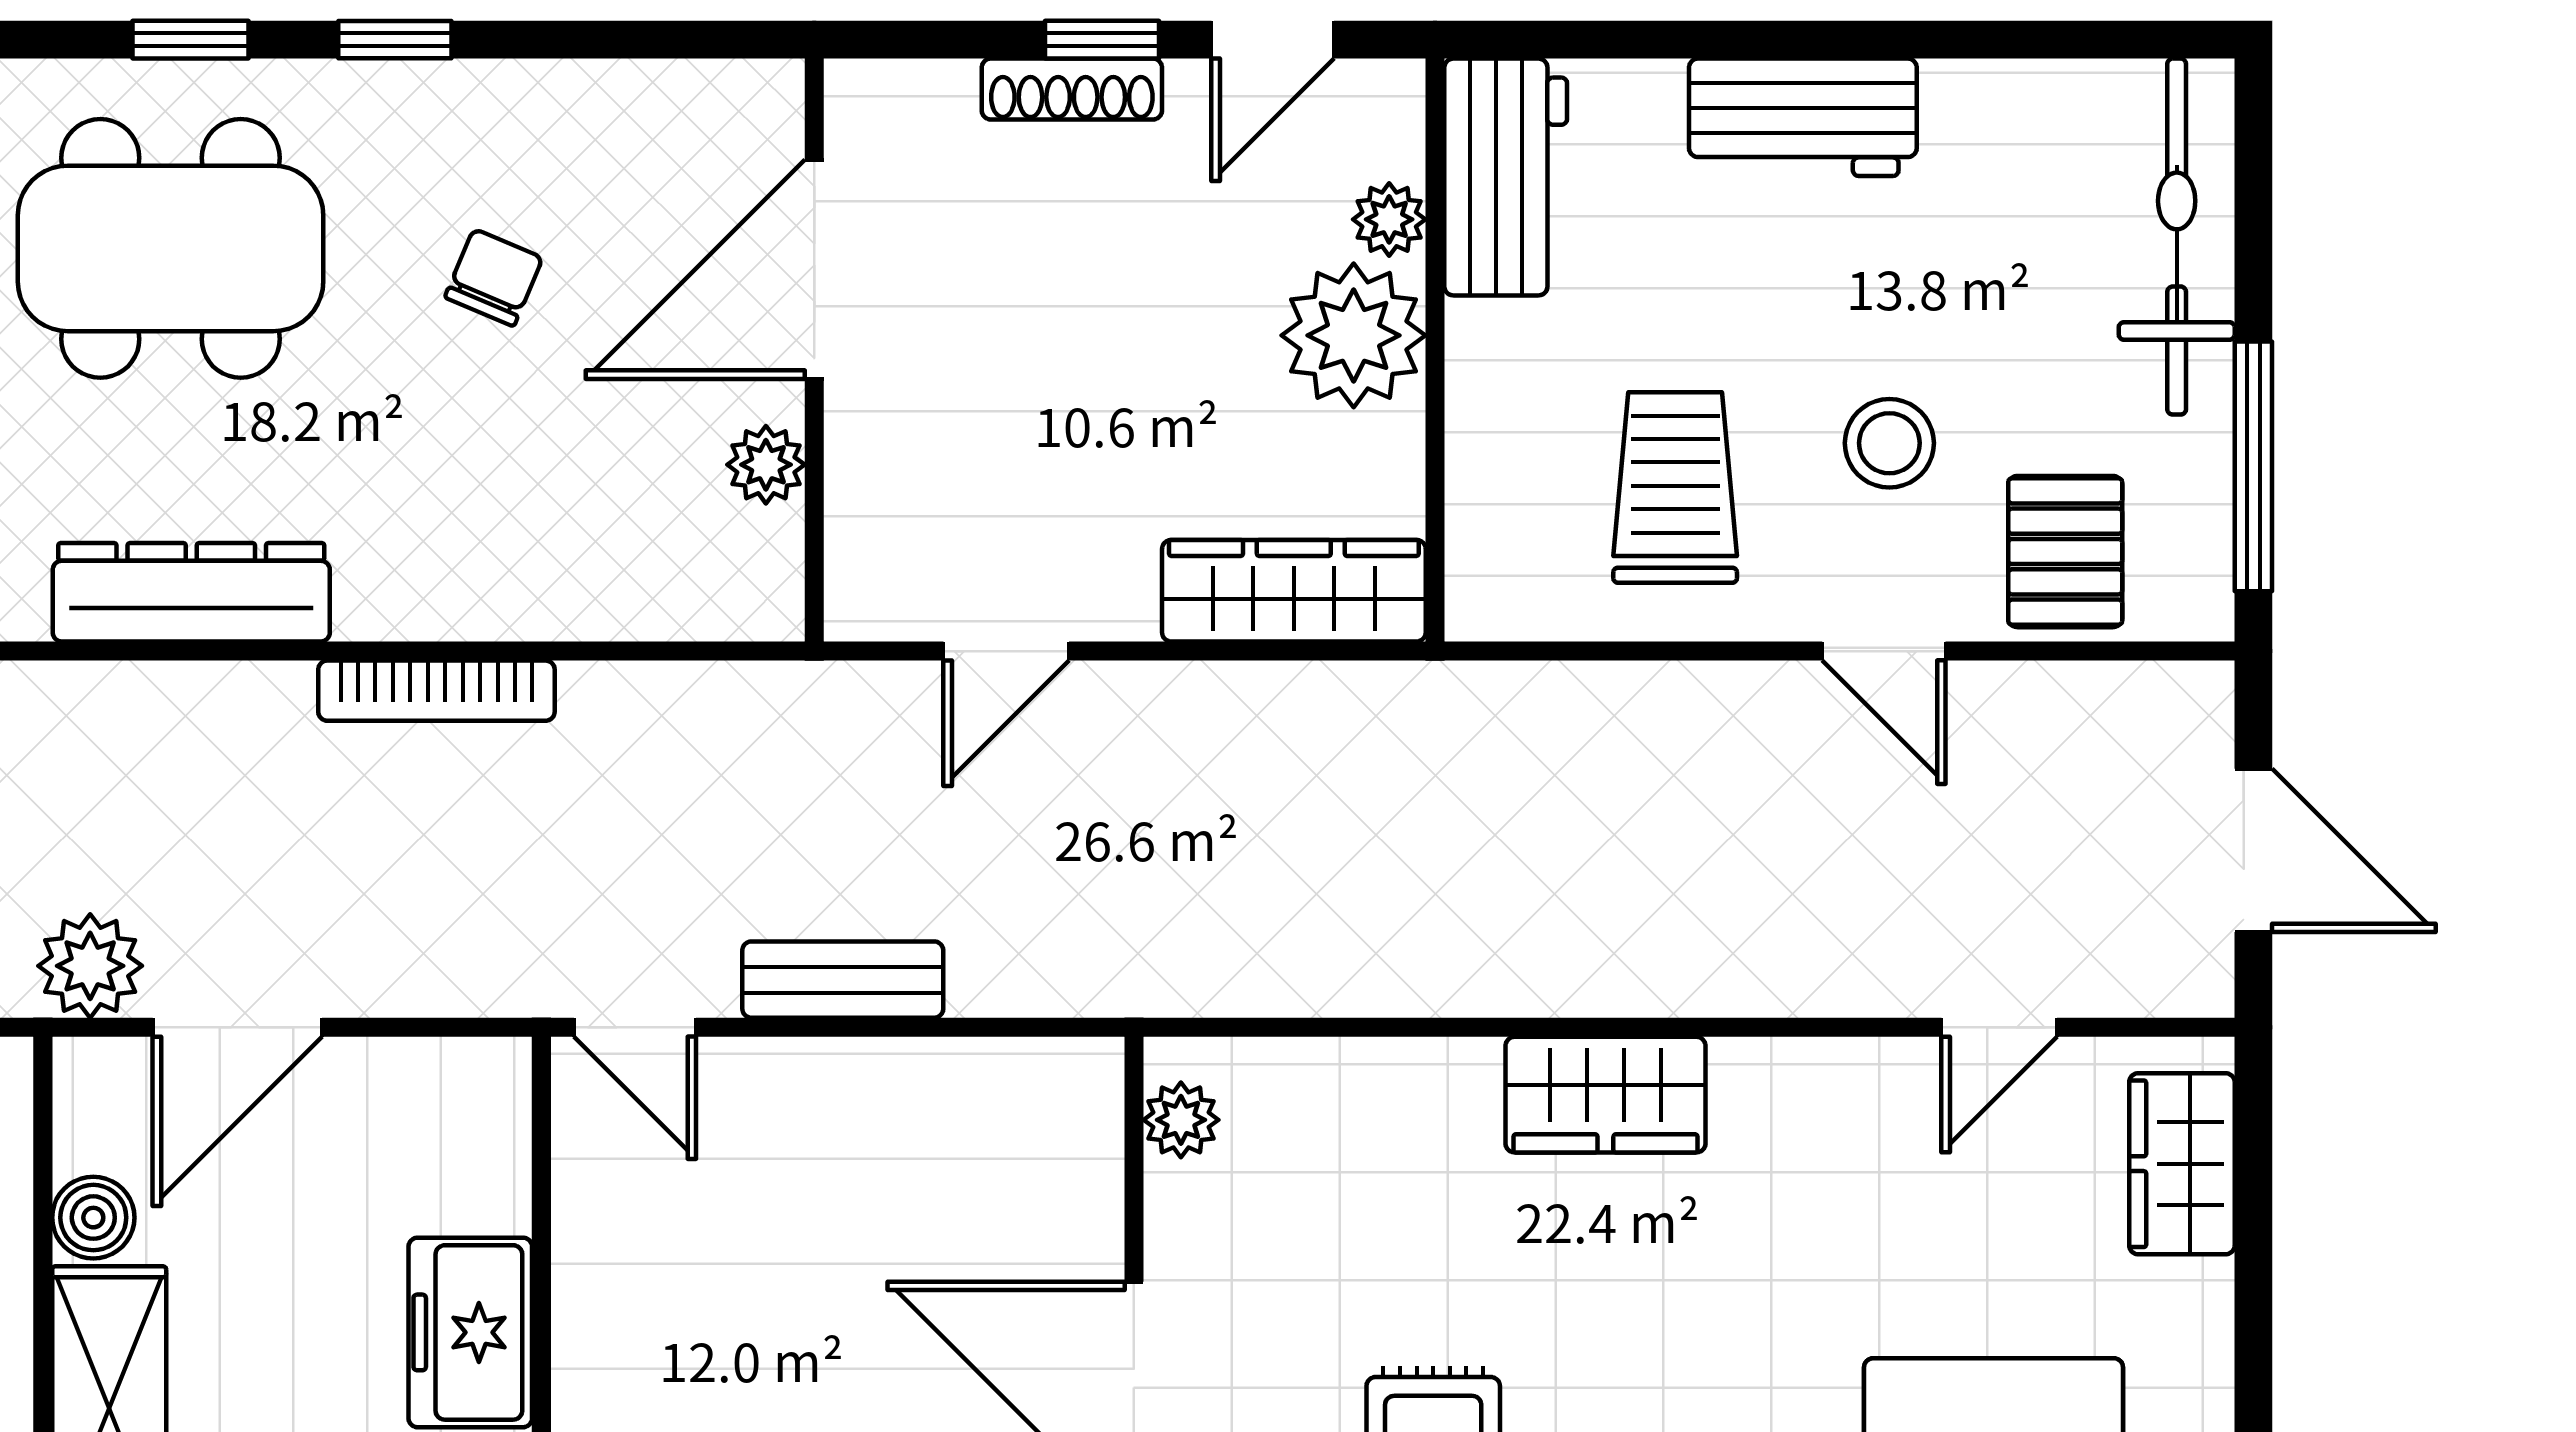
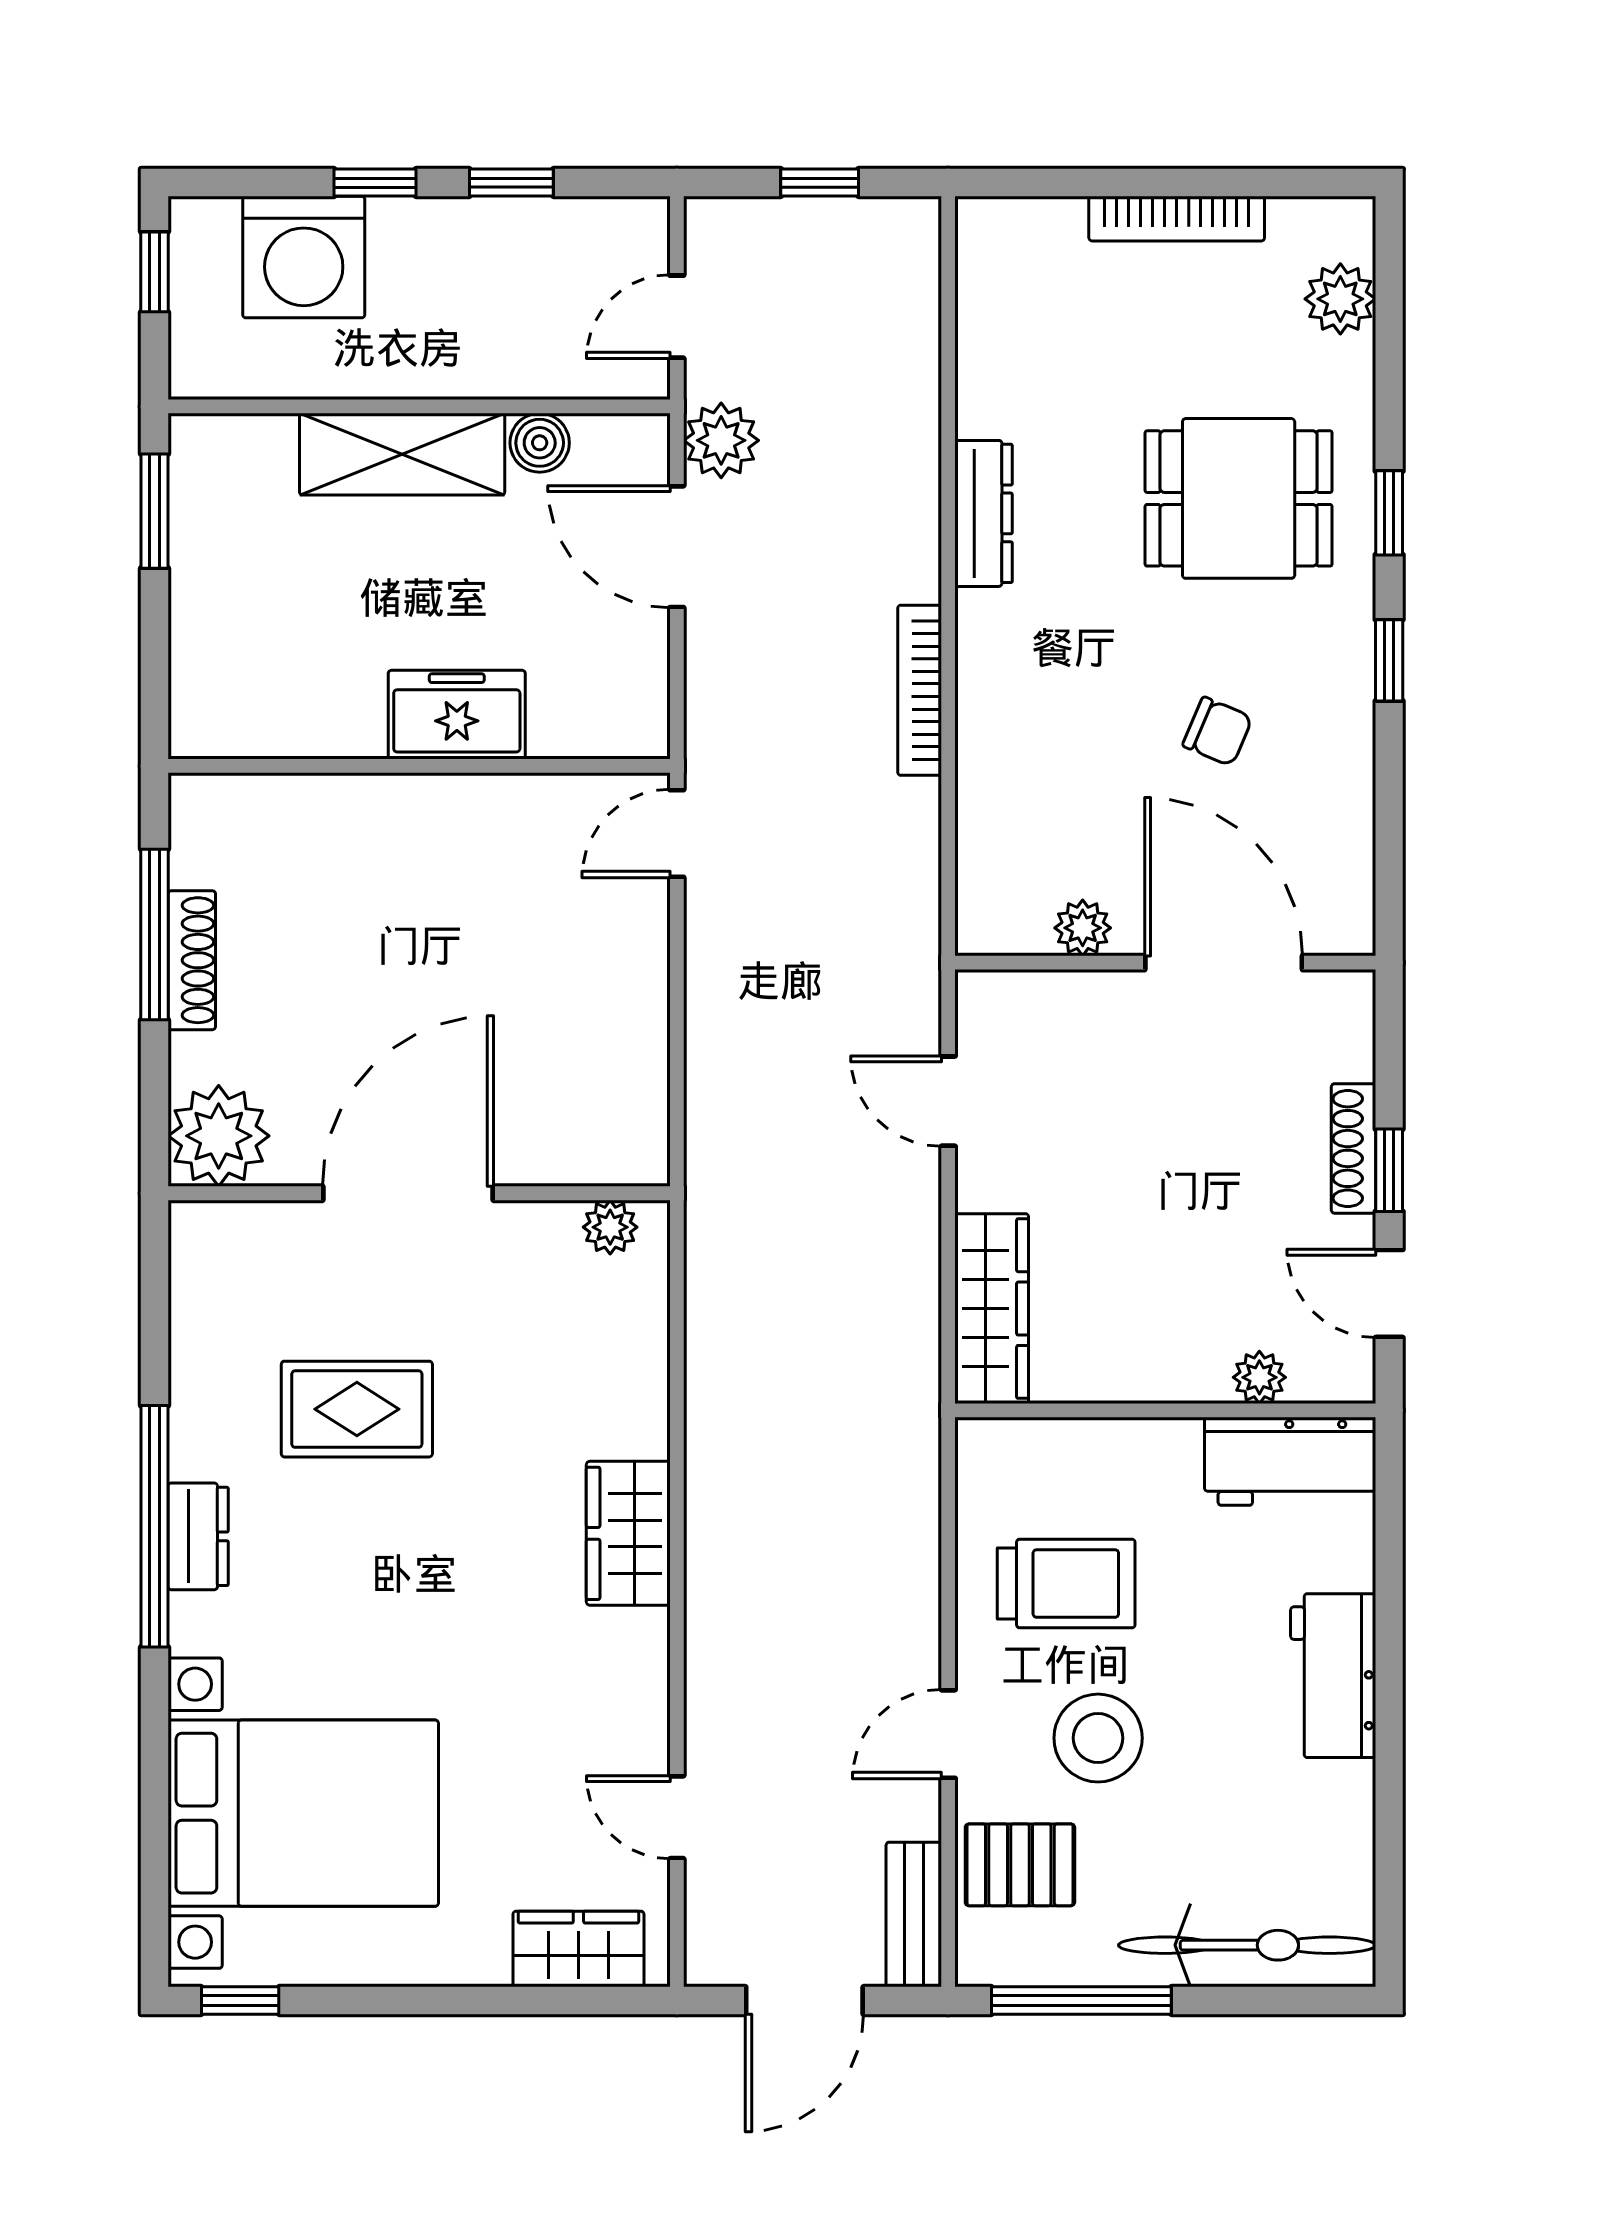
dining table: (171, 248) -> (1239, 498), width x0.73
plant: (1354, 335) -> (1176, 1352), removed
stool: (1889, 443) -> (1098, 1738), width x1.38, depth x1.38
dresser: (191, 592) -> (984, 513), width x0.73, depth x0.80
bench: (843, 980) -> (914, 1914), moved

